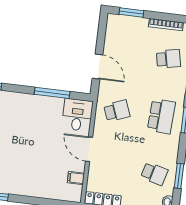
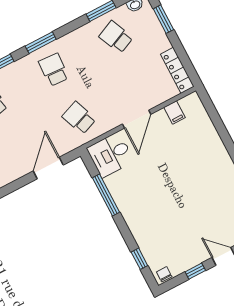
school desk: (161, 116) -> (54, 70), width x0.54
school desk: (154, 174) -> (116, 37), turned -39

